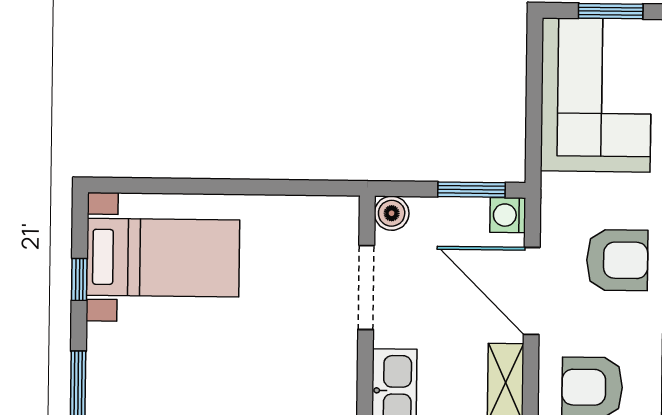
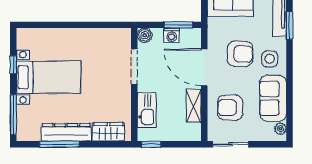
washing machine: (508, 215) -> (172, 35), moved, turned -90
bed with nightstands: (163, 258) -> (49, 77), moved

